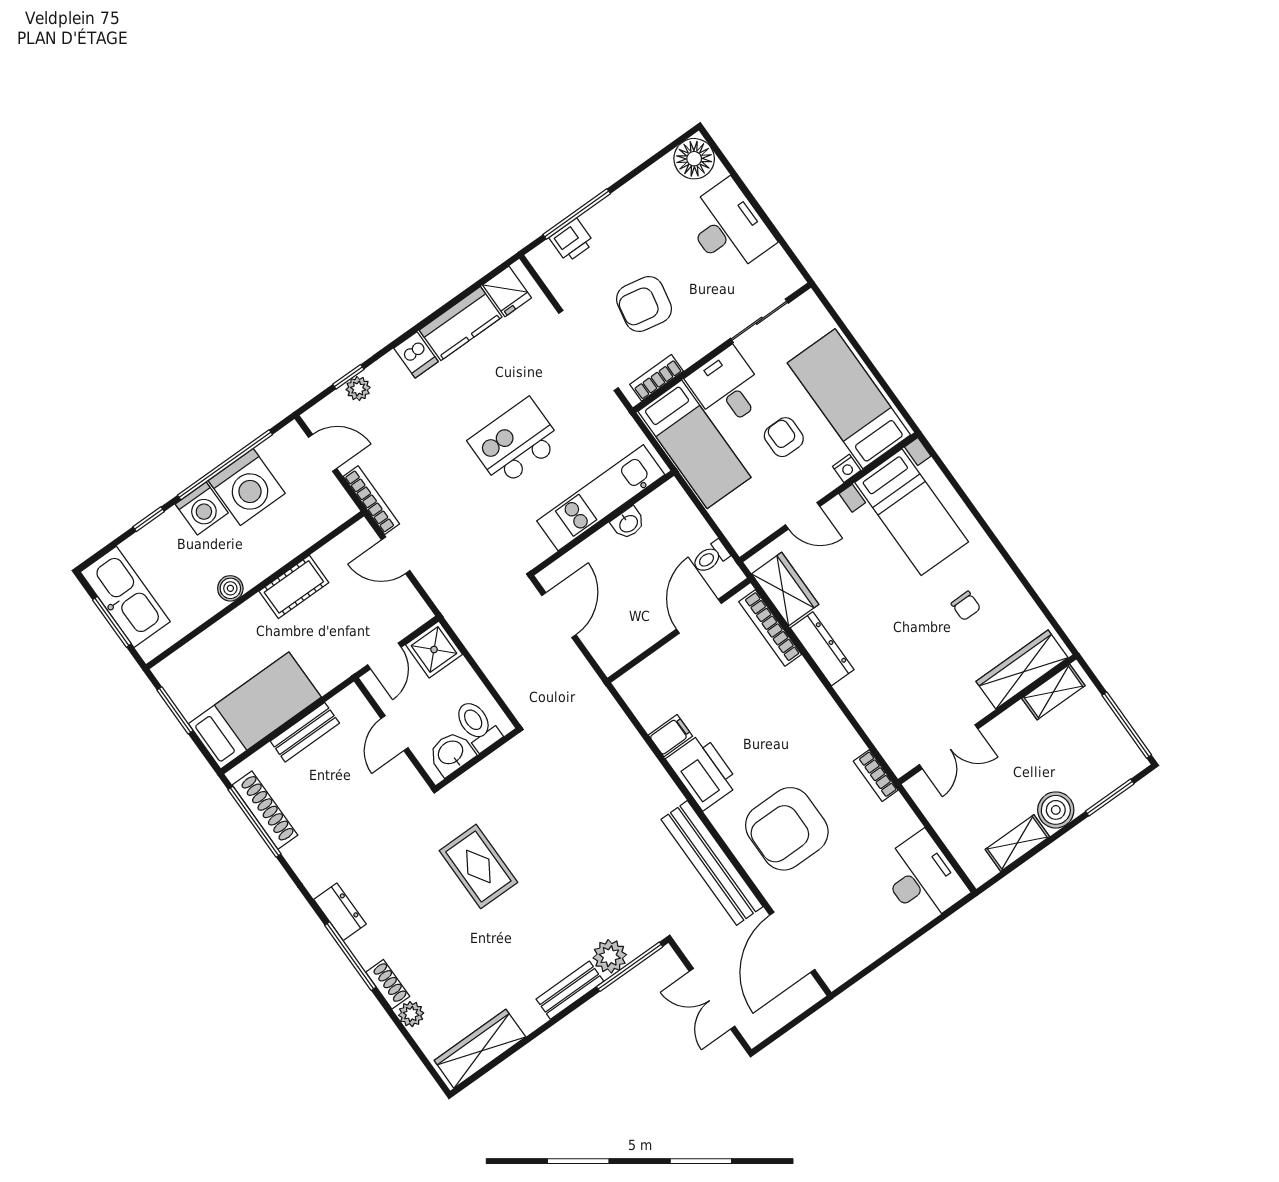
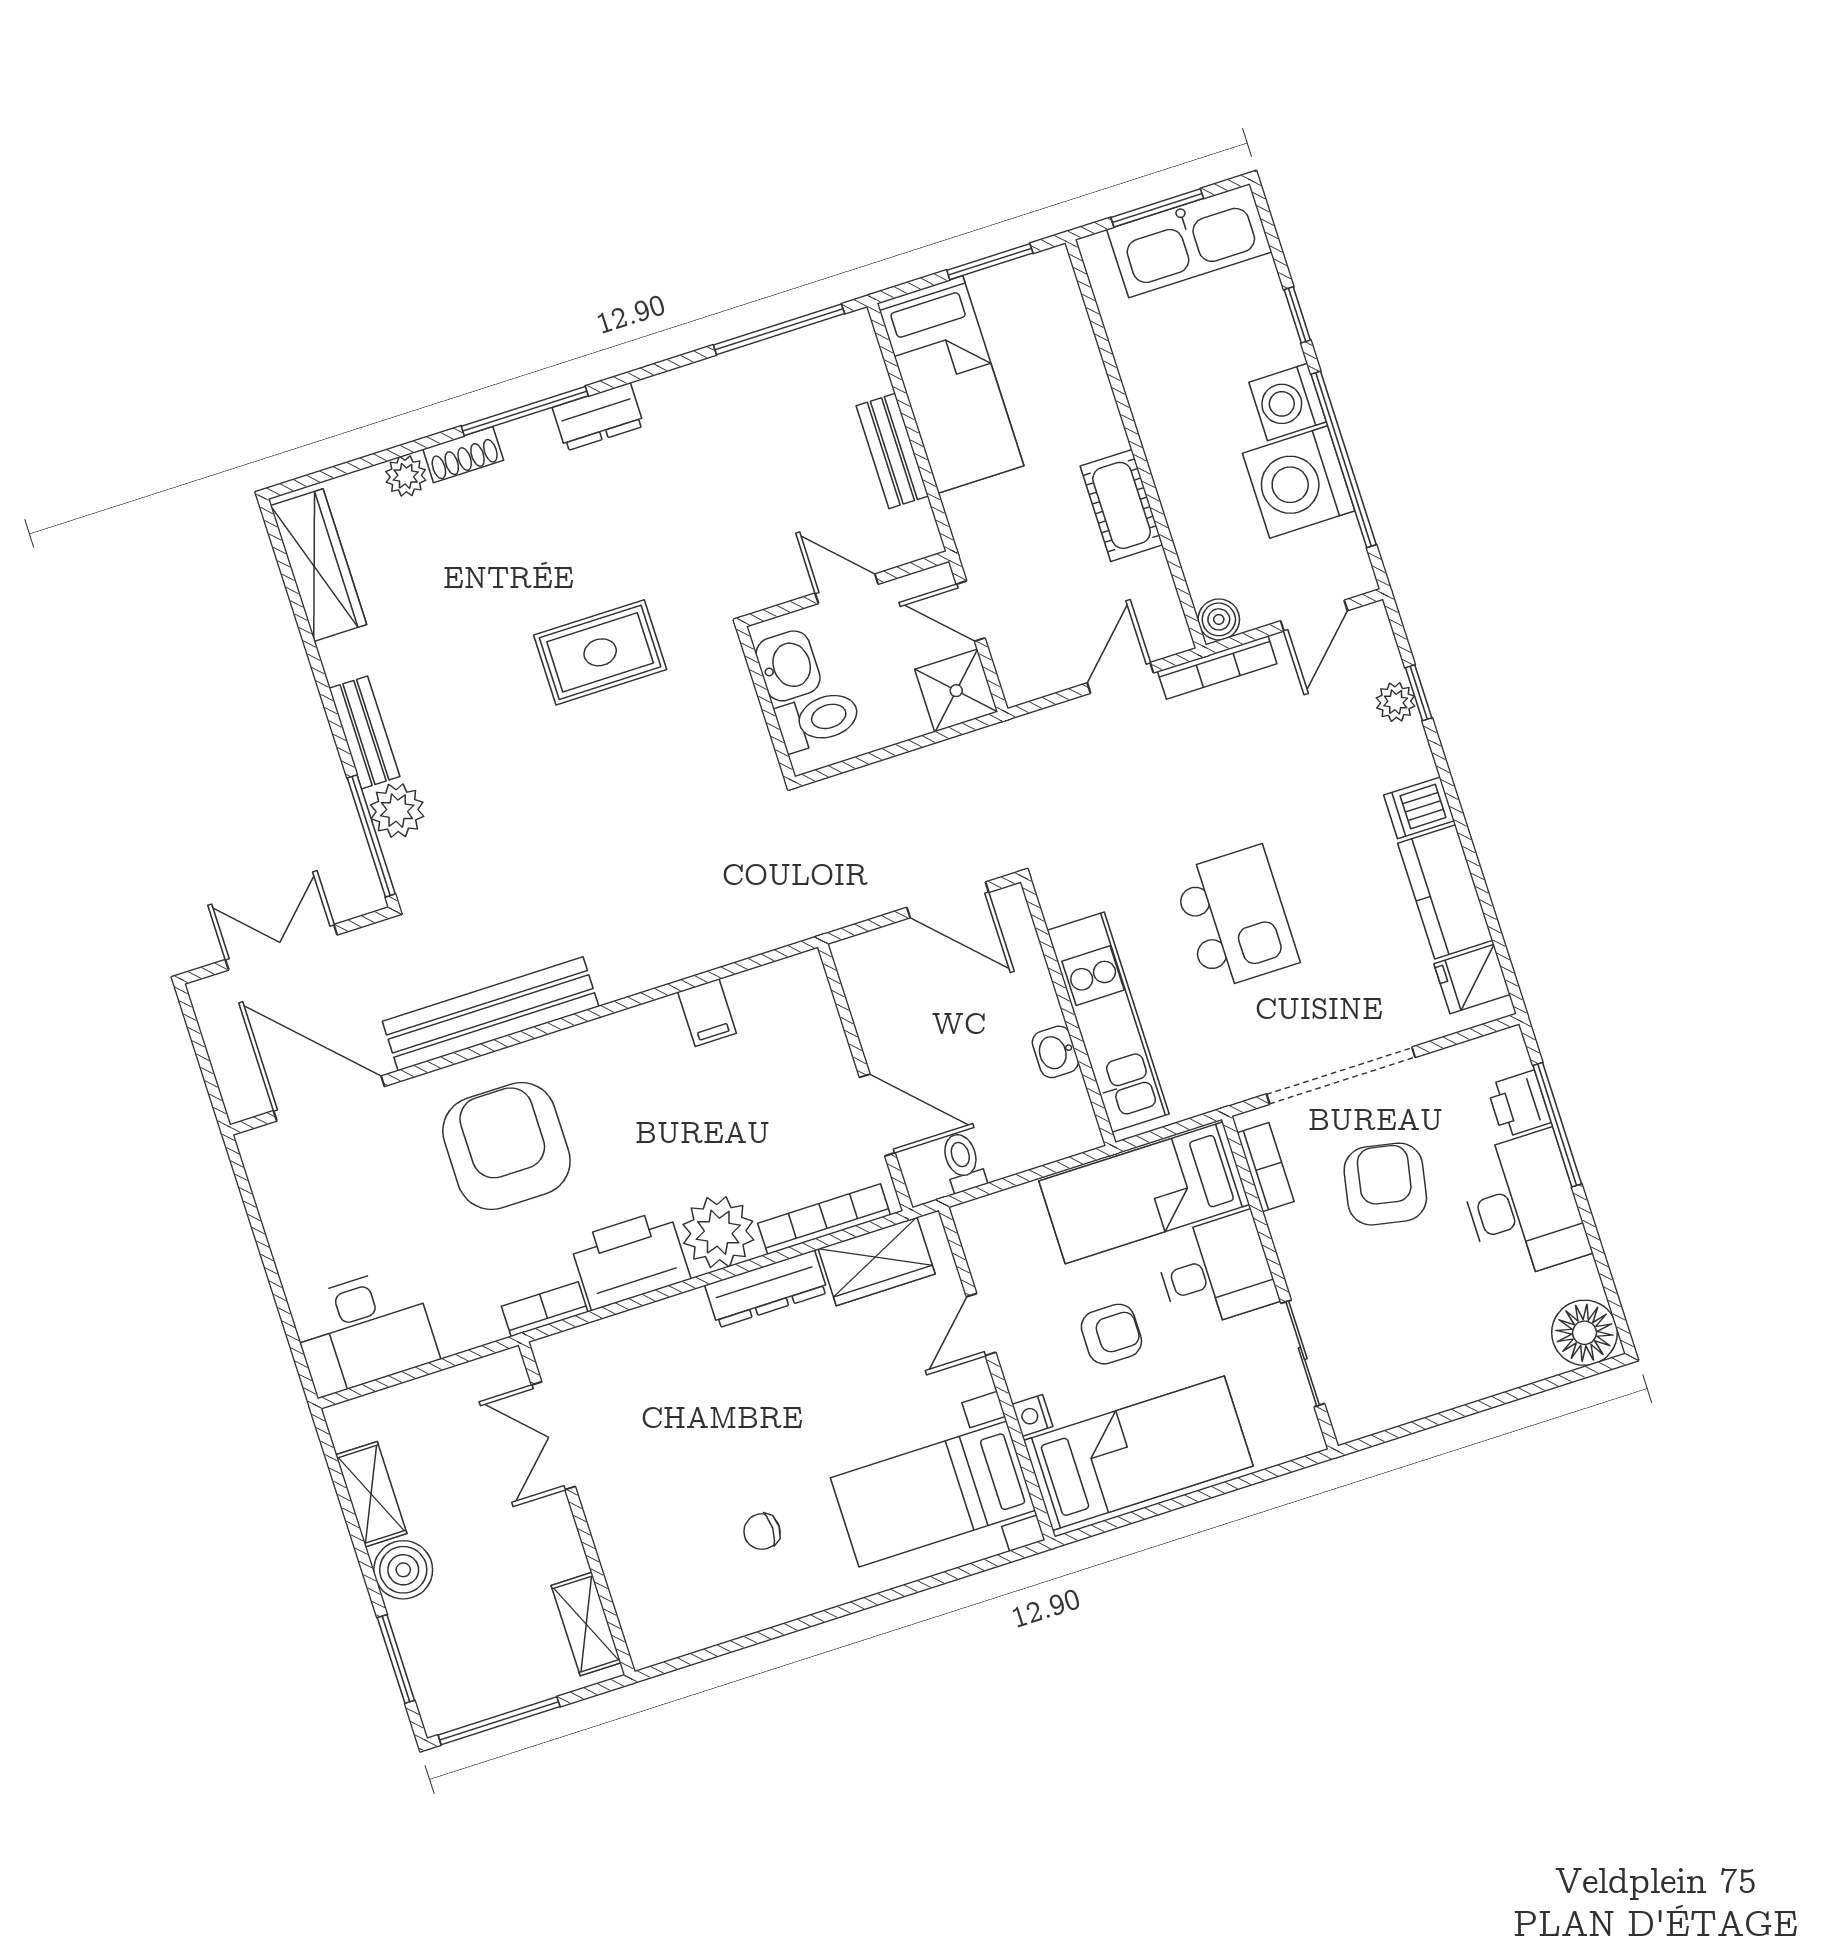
desk: (728, 227) -> (1523, 1206), moved, turned -90
boiler: (230, 588) -> (1219, 619), moved
wardrobe: (1022, 670) -> (636, 1587), removed
plant: (798, 688) -> (718, 1232), added
printer: (703, 772) -> (630, 1259), moved, turned 180
shoe rack: (265, 810) -> (792, 351), removed

